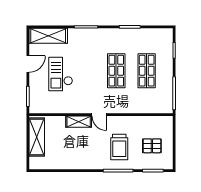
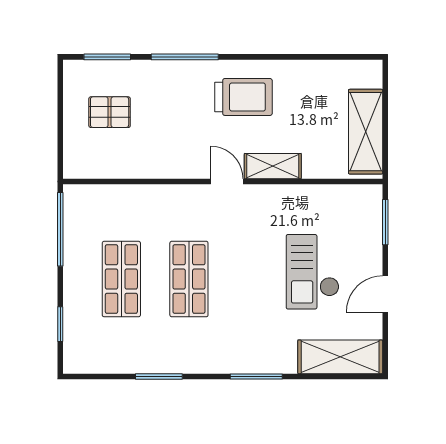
checkout: (61, 74) -> (313, 272), turned 180
trolley: (119, 147) -> (243, 97), moved, turned 90

